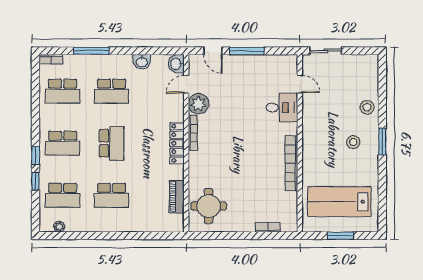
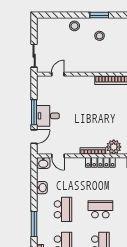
plant: (198, 104) -> (114, 147), moved
desk: (282, 108) -> (48, 116), moved, turned -90

